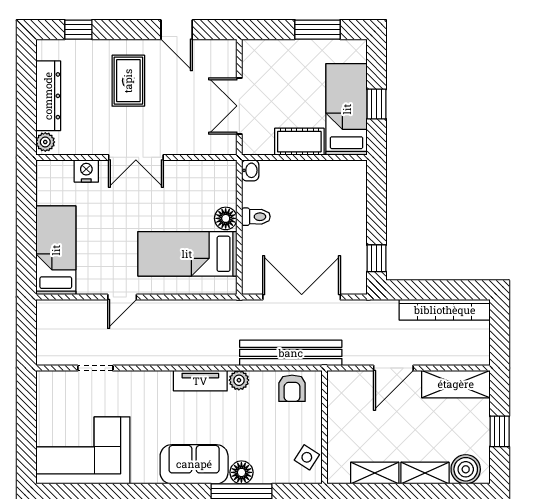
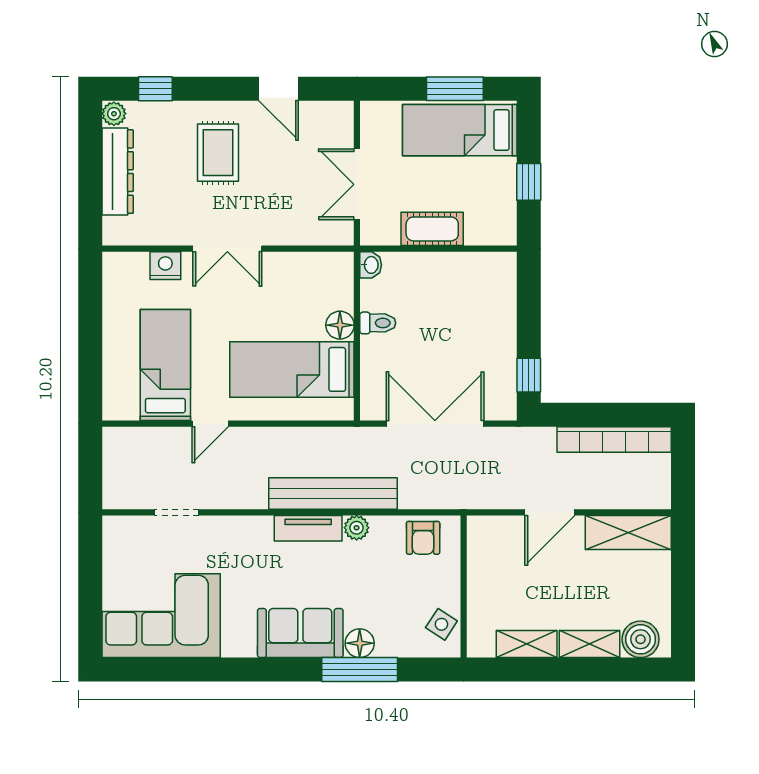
bed: (347, 109) -> (460, 130), moved, turned -90
plant: (45, 142) -> (114, 114), moved
bed: (56, 250) -> (165, 365), moved
bench: (291, 353) -> (333, 494), moved
window: (500, 431) -> (683, 592), removed

